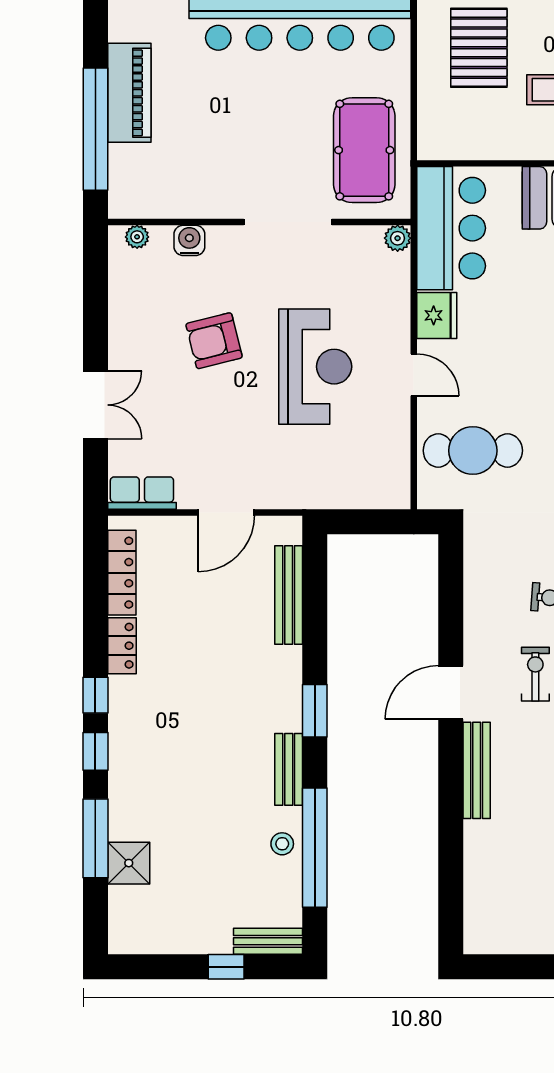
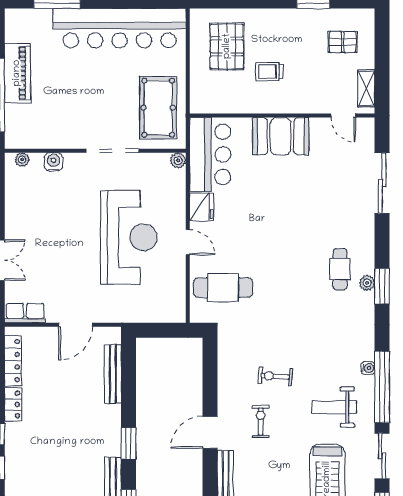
armchair: (214, 341) -> (68, 222), removed
reception desk: (315, 367) -> (129, 237), width x1.36, depth x1.30

